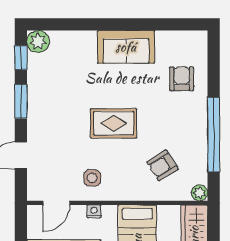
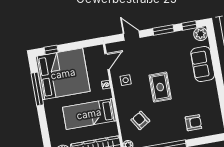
sofa: (126, 47) -> (203, 64), moved
door: (56, 203) -> (107, 61), swing flipped

